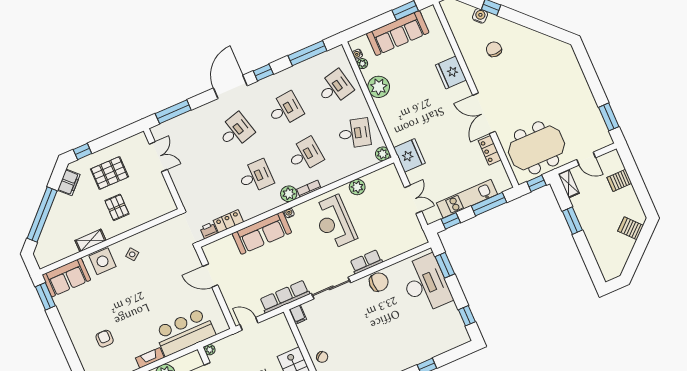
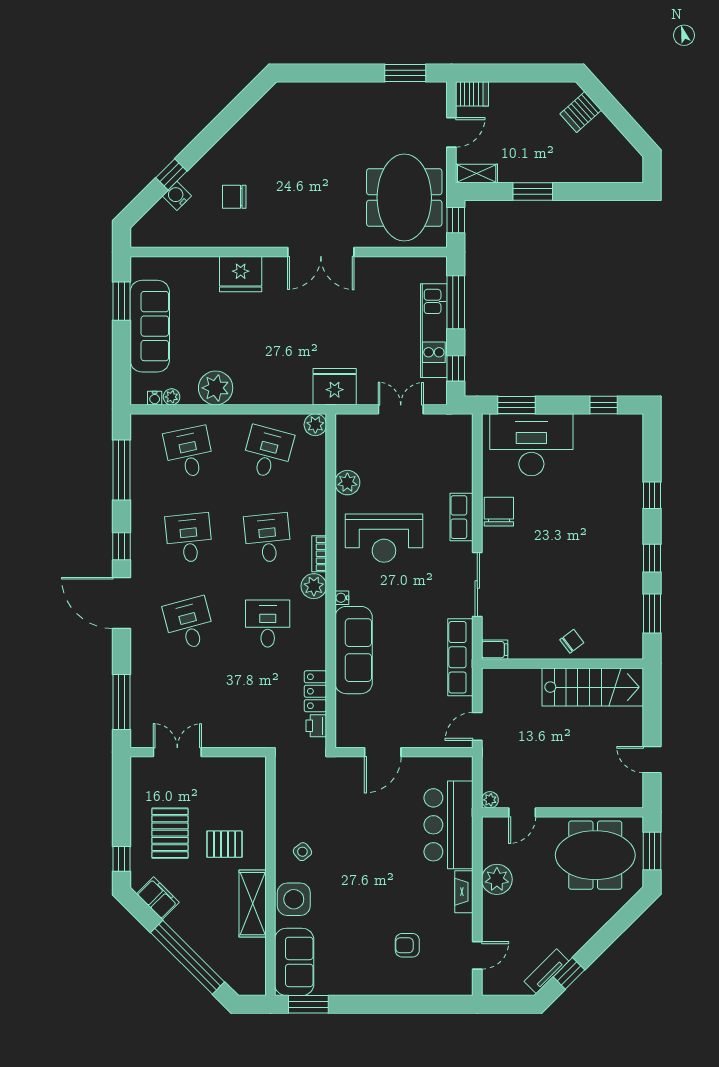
locker: (490, 150) -> (378, 267), removed
server rack: (619, 180) -> (472, 94), moved, turned -90
shelving: (90, 240) -> (253, 904), width x1.50, depth x1.33

